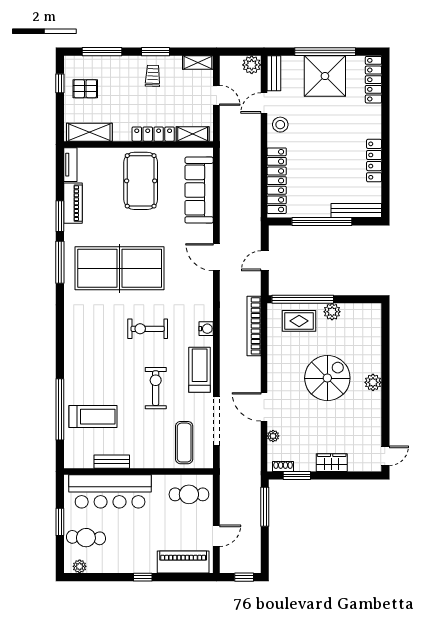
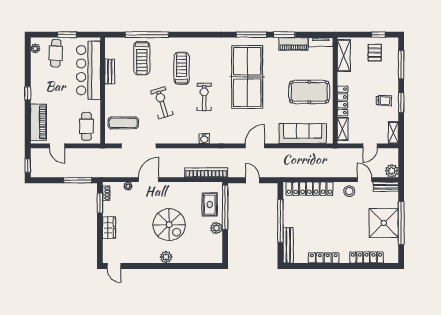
locker: (373, 80) -> (367, 257), moved
treadmill: (200, 370) -> (182, 68), moved, turned -90
exercise bike: (156, 388) -> (162, 103), turned -107

